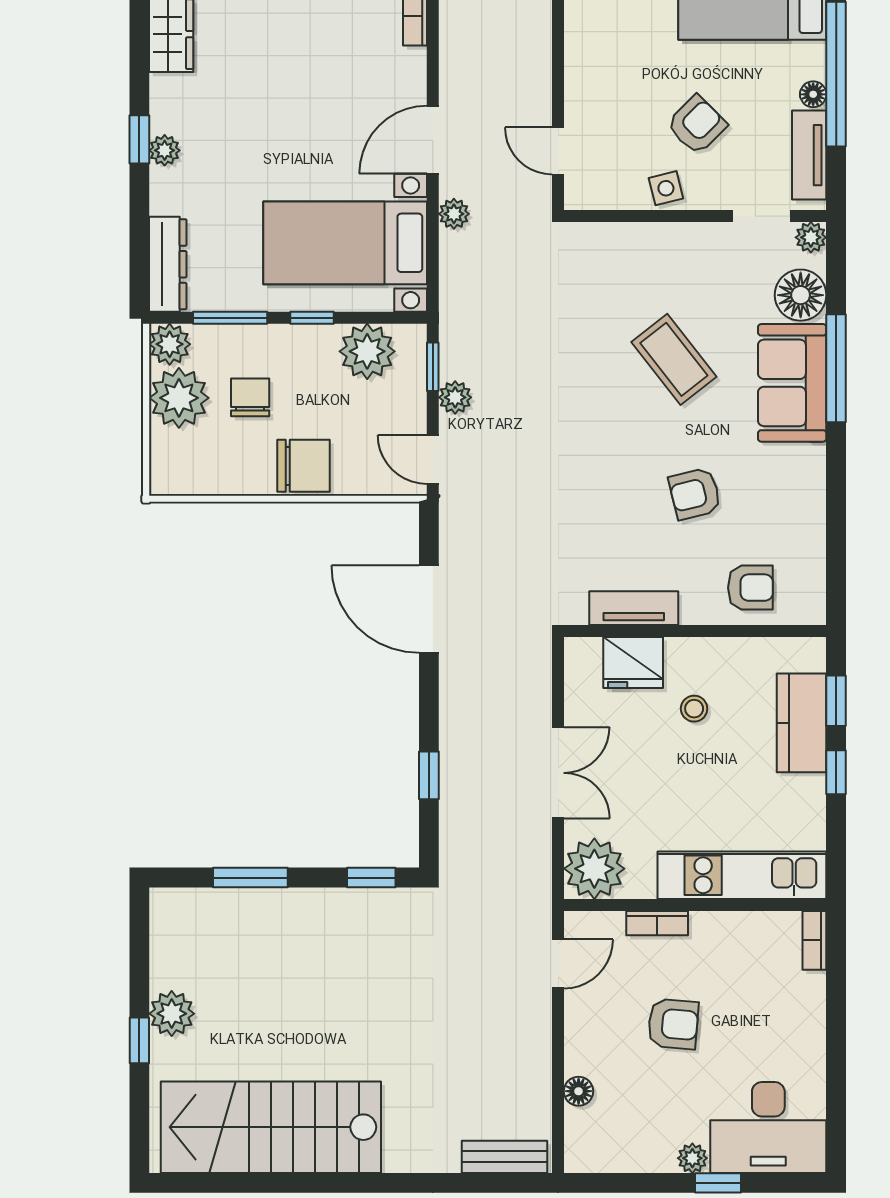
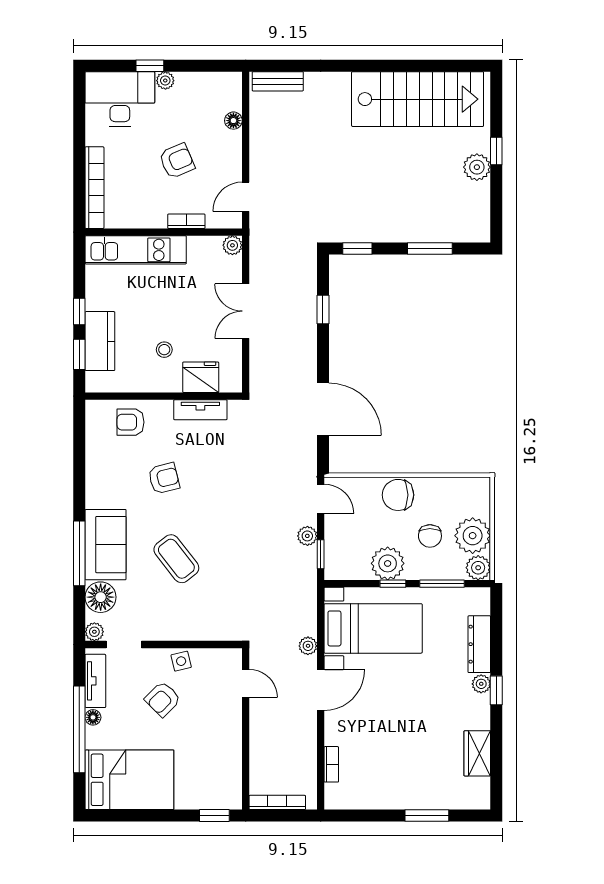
dresser: (168, 264) -> (479, 644), moved
plant: (367, 351) -> (388, 563), moved
plant: (594, 869) -> (232, 245), width x0.53, depth x0.53
bookcase: (814, 940) -> (94, 188), width x2.31, depth x1.31
armchair: (673, 1024) -> (177, 161), turned 152

